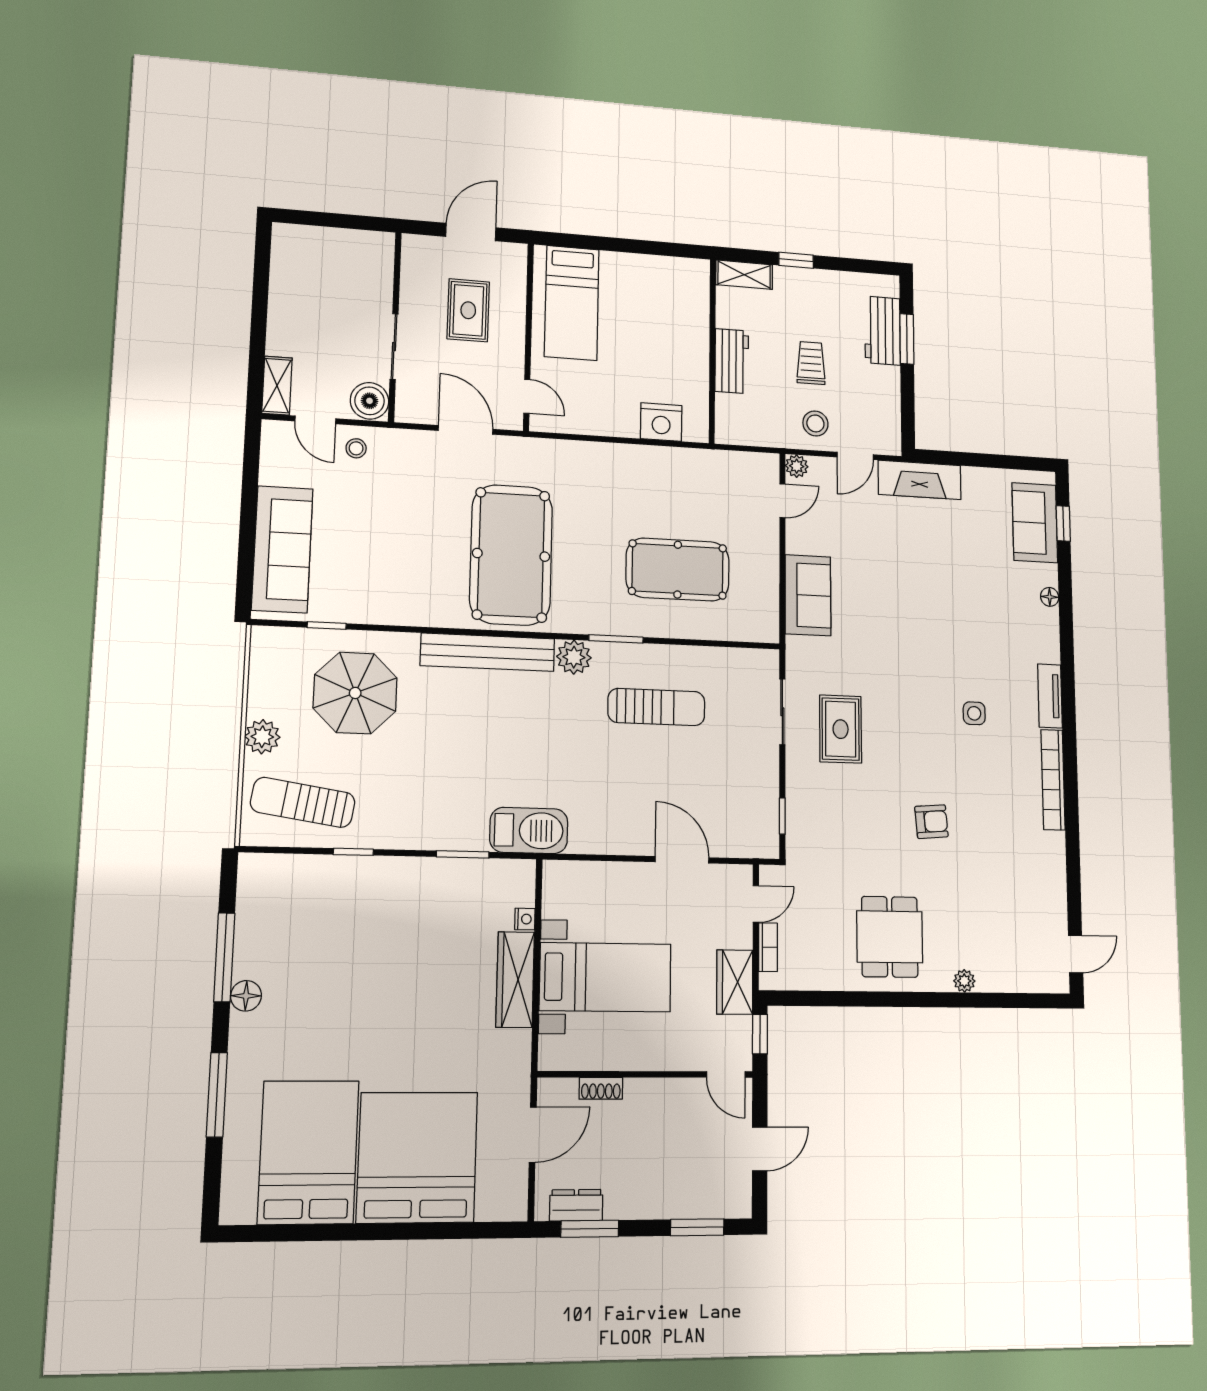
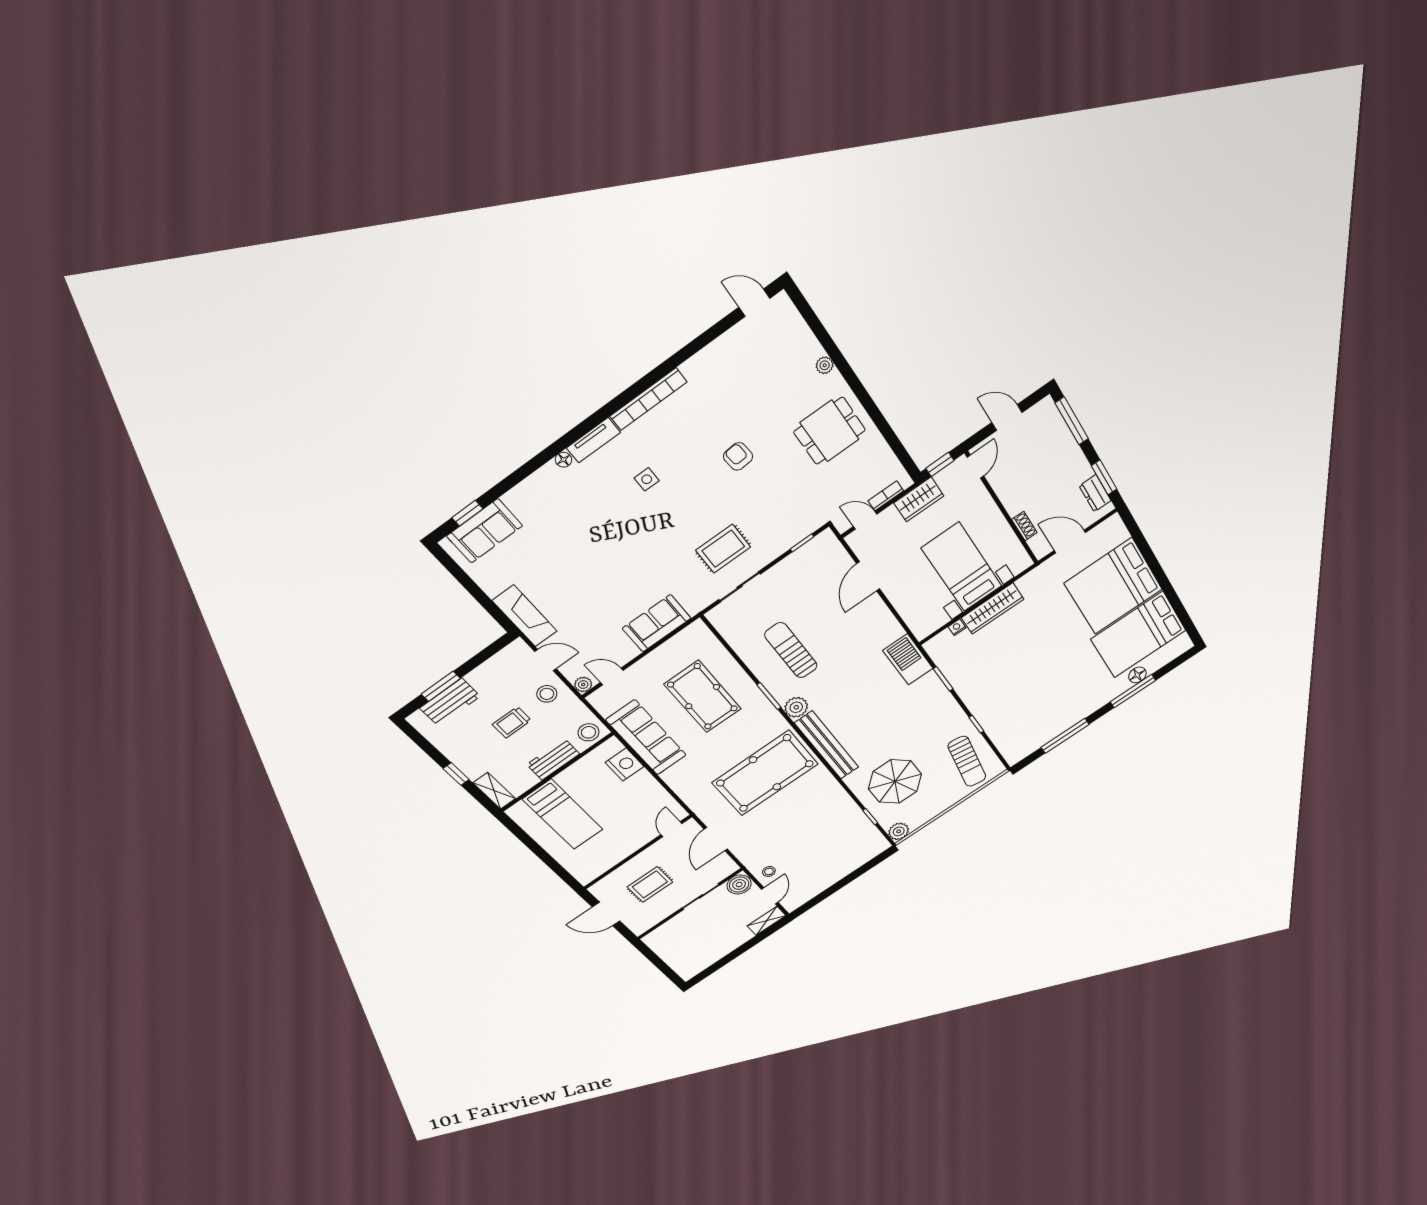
bed: (572, 303) -> (563, 814), moved, turned 90
stool: (734, 422) -> (589, 732), added
sofa: (282, 549) -> (646, 738), moved, turned 90
floor lamp: (1050, 597) -> (563, 460), moved
plant: (262, 737) -> (899, 831), moved
floor lamp: (246, 996) -> (1137, 675), moved
window: (697, 1227) -> (1072, 421), width x1.44

